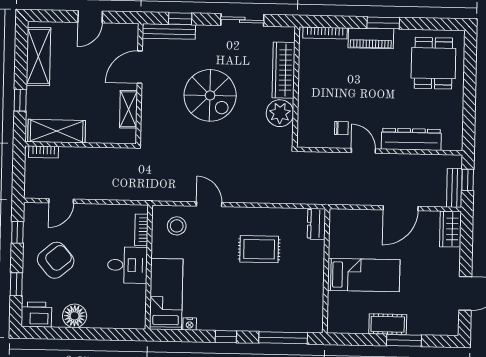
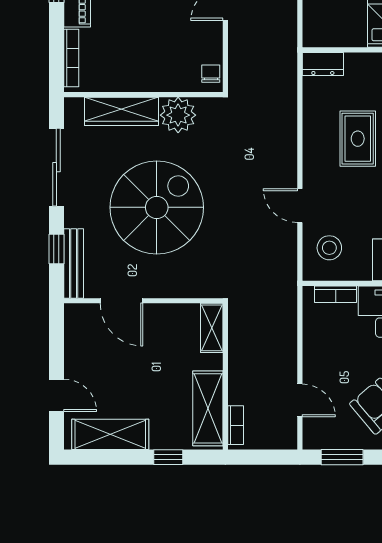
door: (90, 17) -> (56, 395), moved
sliding door: (242, 20) -> (56, 167), width x1.37
spiral stairs: (210, 95) -> (157, 207), width x1.37, depth x1.37
shelving: (129, 109) -> (212, 328), moved, turned 90
chair: (341, 128) -> (211, 74), moved
door: (209, 204) -> (300, 206), hinge flipped
window: (17, 232) -> (342, 457), width x1.50

